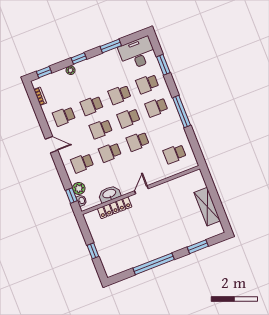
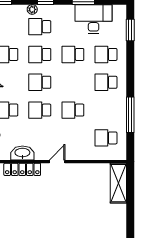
desk: (137, 53) -> (94, 19), moved
window: (163, 65) -> (130, 30), moved
window: (182, 111) -> (130, 115), moved
school desk: (129, 118) -> (40, 27), moved
shelving: (207, 207) -> (118, 183), moved

